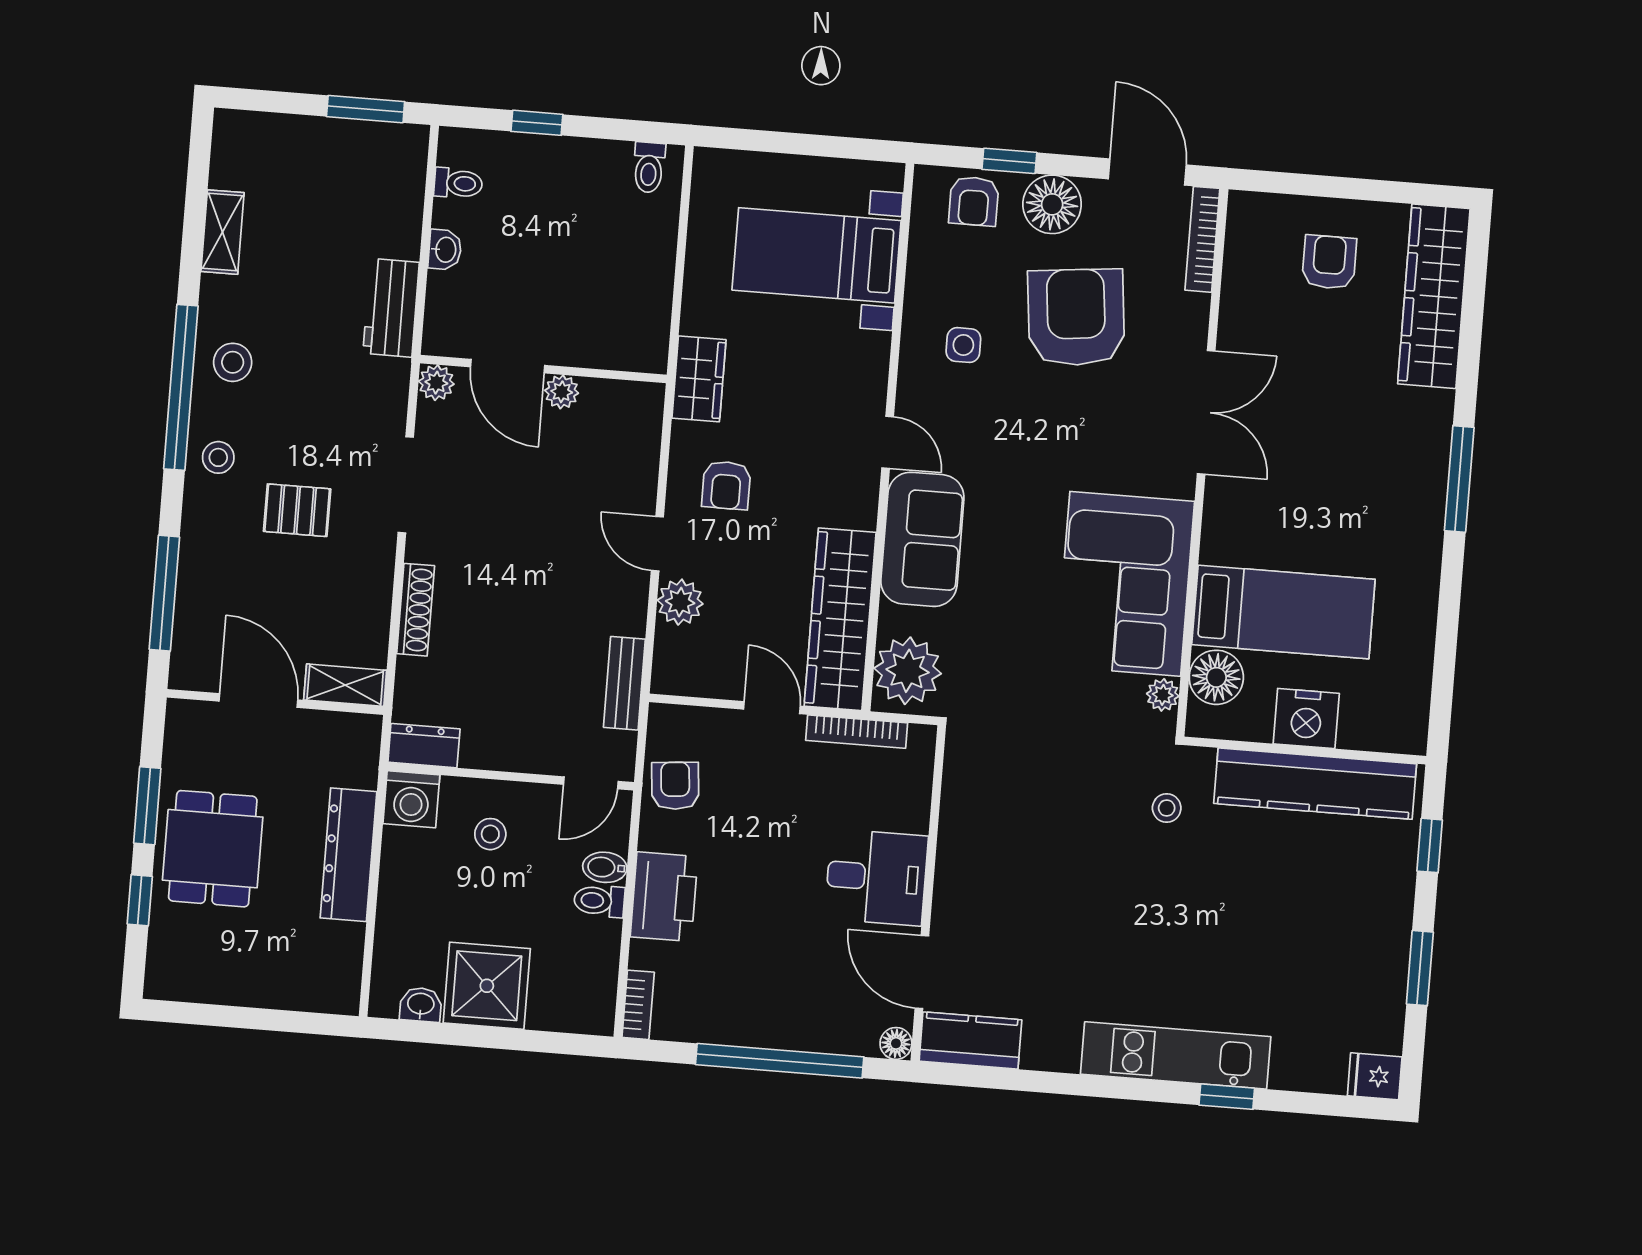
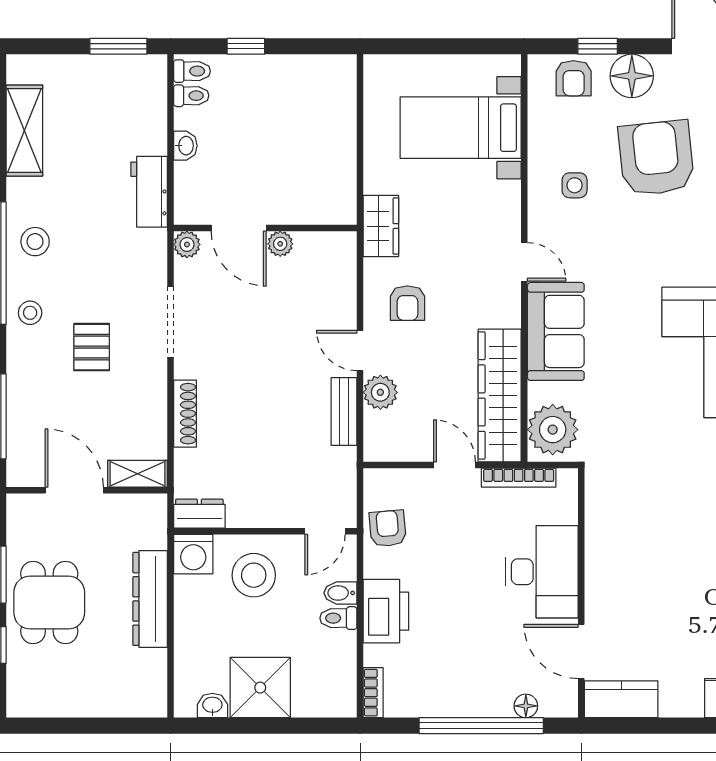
toilet: (649, 167) -> (192, 71), moved, turned -90
shelving: (223, 232) -> (24, 131), width x1.50, depth x1.33
pallet: (297, 510) -> (92, 347), turned 90
bench: (624, 683) -> (344, 412), moved
stool: (490, 834) -> (254, 575), width x1.89, depth x1.89
desk: (876, 877) -> (542, 572), width x1.37
floor lamp: (896, 1043) -> (526, 706), moved

